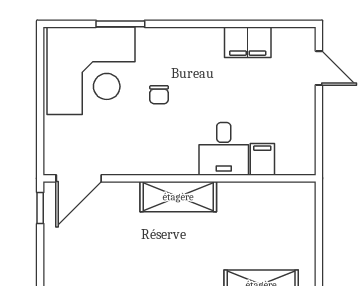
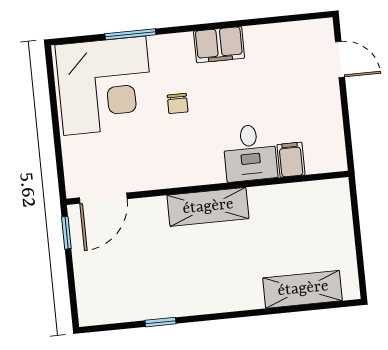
filing cabinet: (248, 42) -> (219, 45), moved

